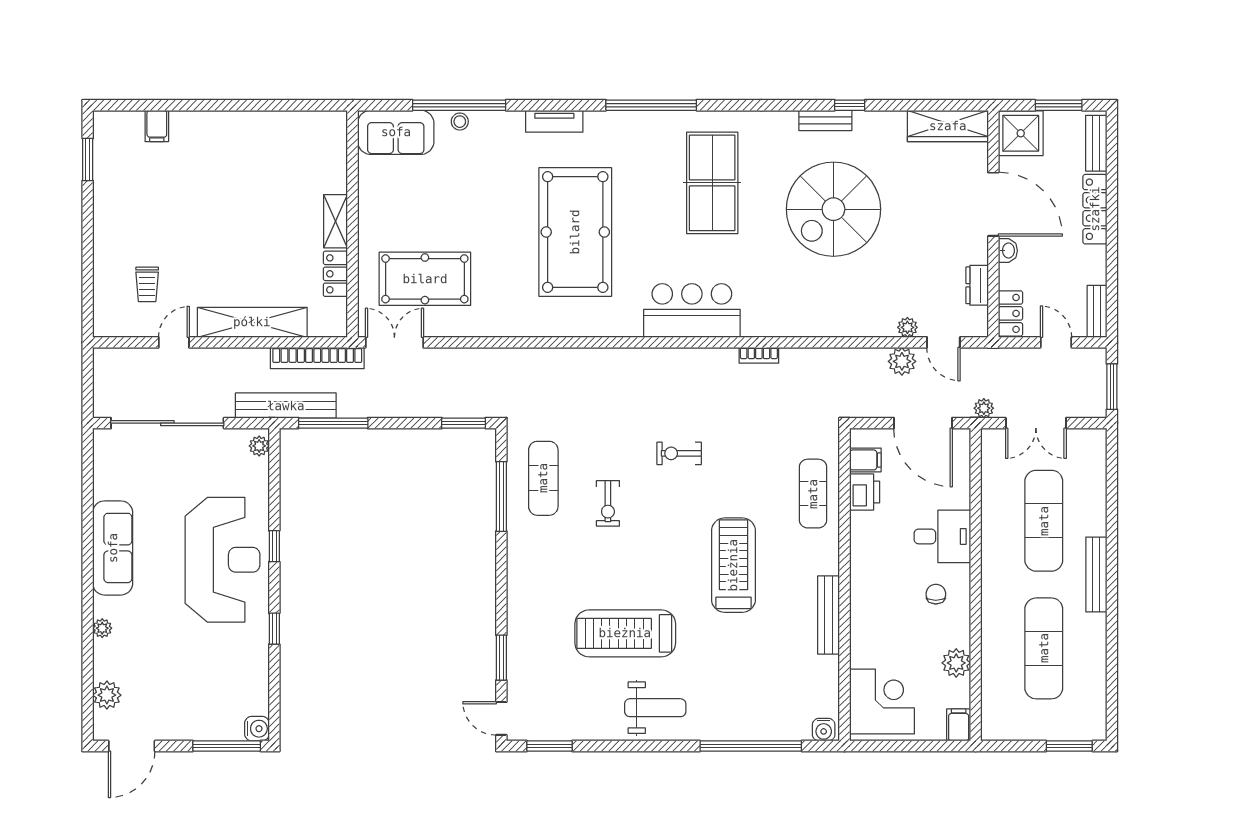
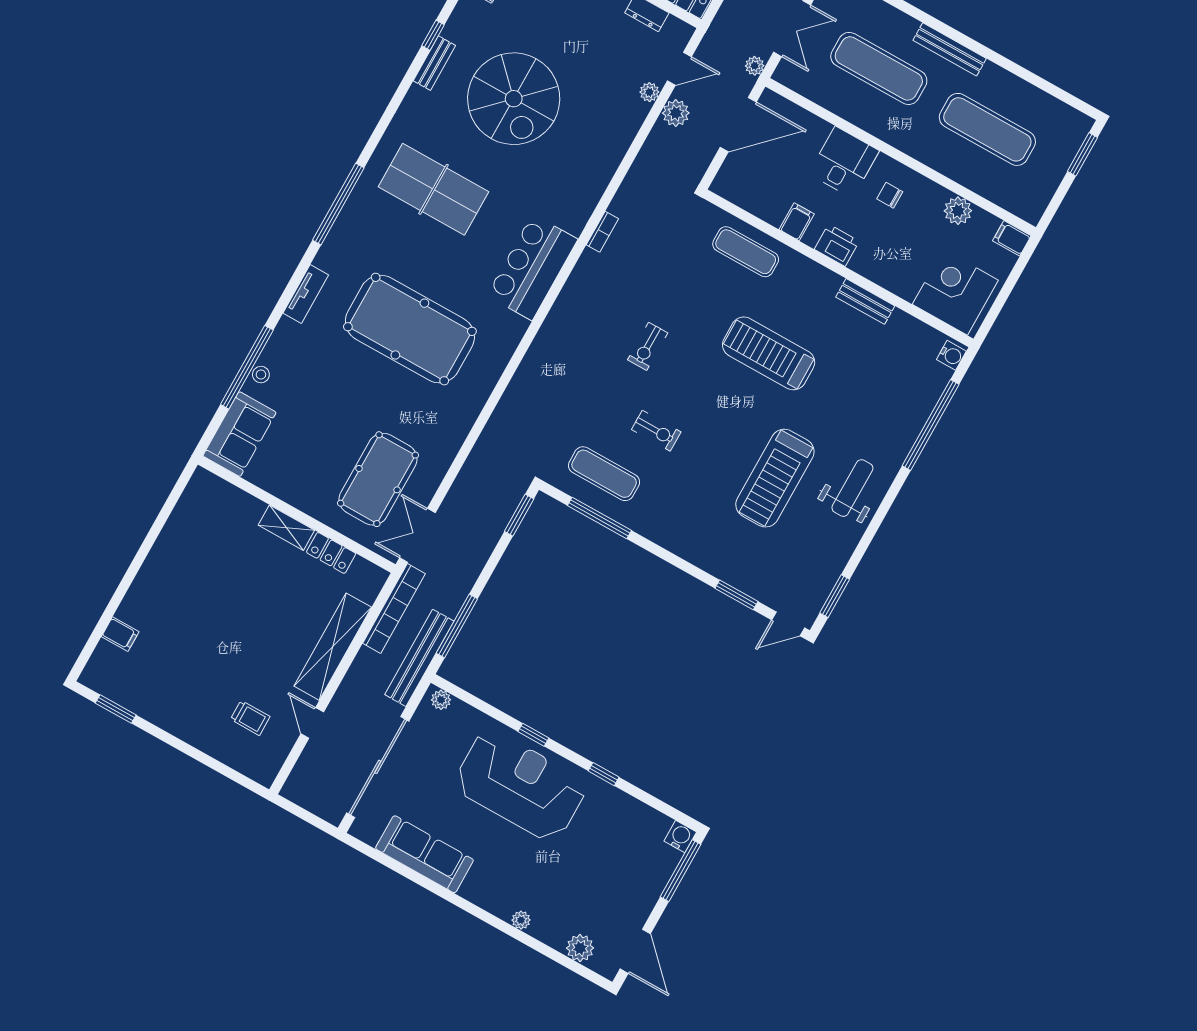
filing cabinet: (865, 460) -> (797, 222), moved
printer: (865, 492) -> (837, 245), moved
sofa: (113, 548) -> (424, 854), moved
bench: (828, 615) -> (865, 301), width x0.73

